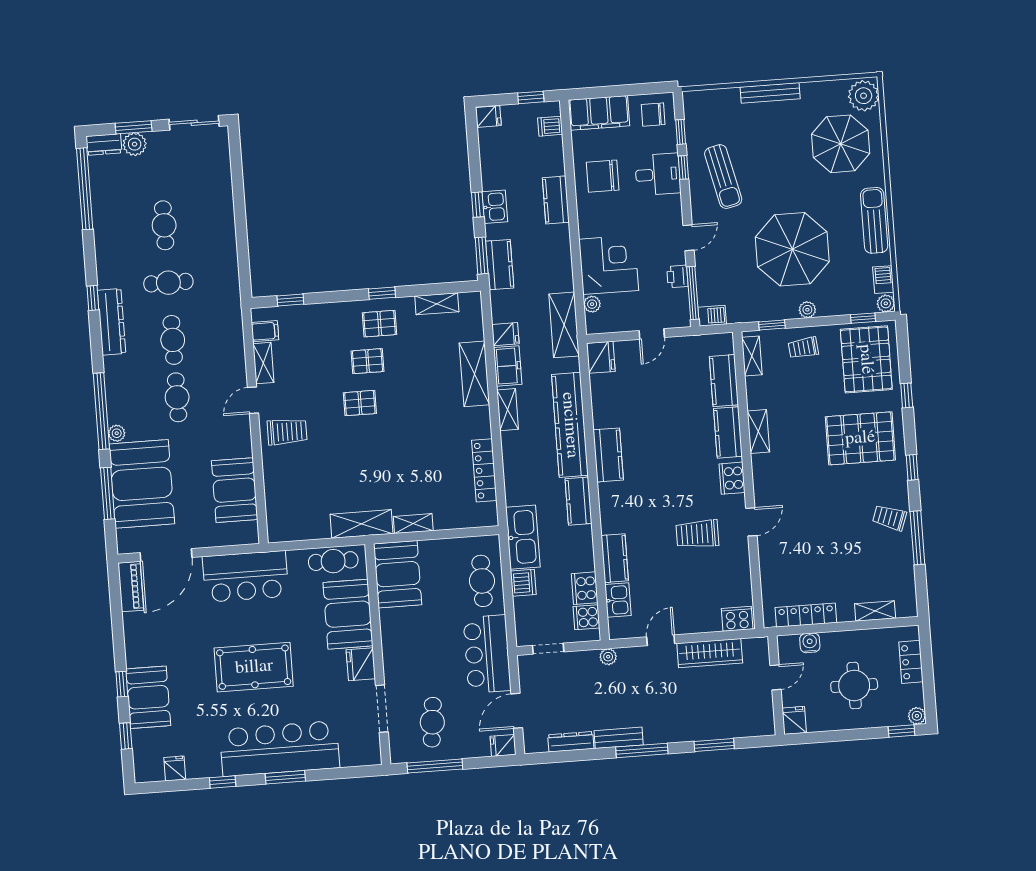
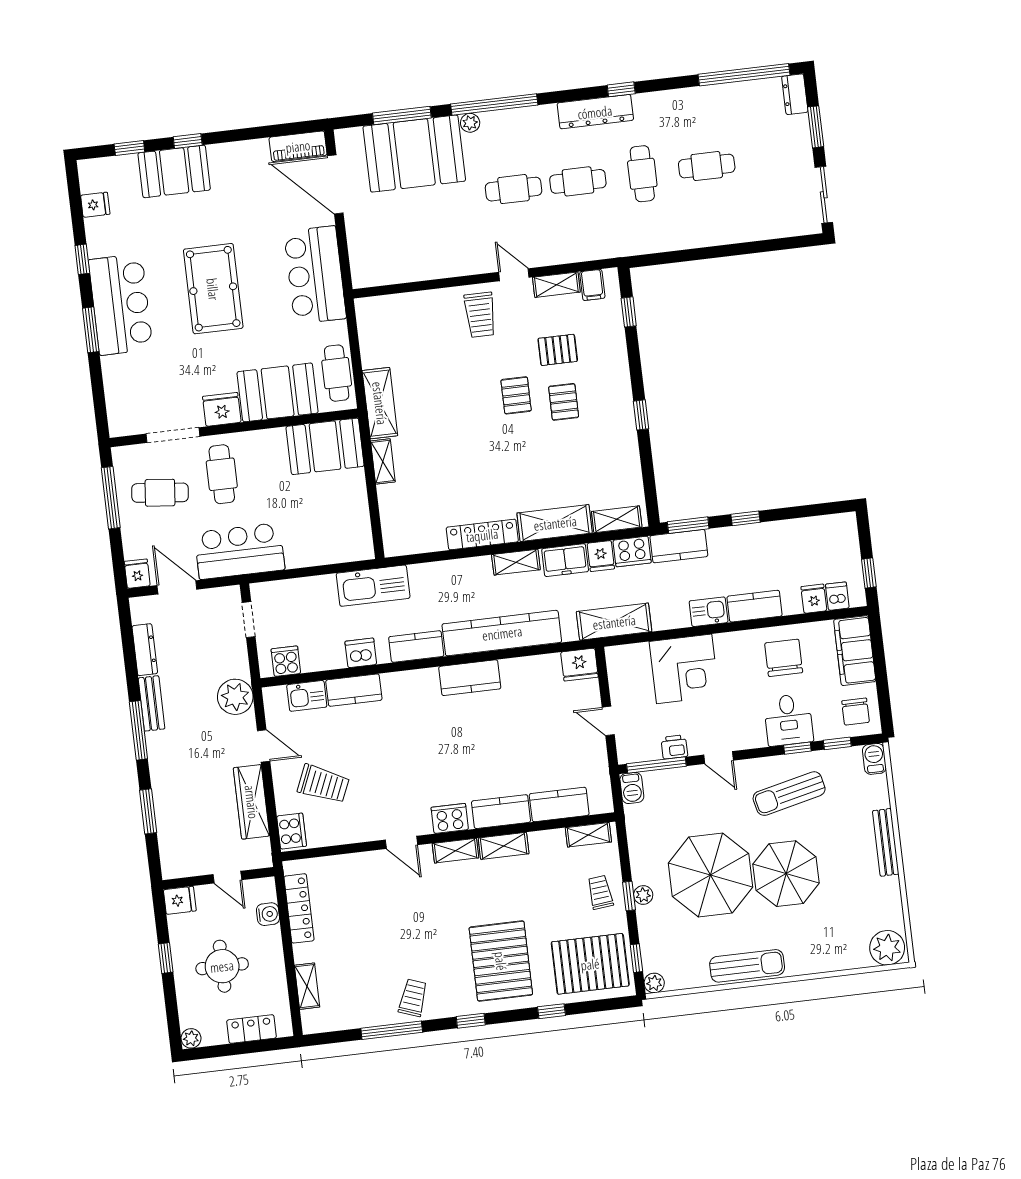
chair: (653, 115) -> (856, 712), turned 180
fridge: (488, 117) -> (814, 599), moved, turned 180
plant: (135, 144) -> (797, 129), removed
parasol: (841, 144) -> (786, 874), moved
kitchen sink: (495, 207) -> (709, 612), moved, turned 180
barbecue: (883, 280) -> (874, 759), moved, turned -90
shelving: (437, 304) -> (617, 519), moved, turned 90
plant: (592, 304) -> (639, 652), removed
pallet: (380, 324) -> (558, 350), moved, turned 90
window: (772, 325) -> (629, 896), moved
locker: (484, 470) -> (482, 535), moved
shelving: (761, 474) -> (455, 851), added
booth: (235, 490) -> (412, 259), removed
trolley: (697, 534) -> (323, 784), moved, turned 113
cafe table: (482, 581) -> (222, 474), moved, turned 90
dishwasher: (523, 583) -> (361, 653), moved, turned 180
cooker: (585, 588) -> (632, 551), moved, turned 180
plant: (608, 657) -> (235, 697), width x1.88, depth x1.88
window: (901, 731) -> (166, 958), moved
bar counter: (280, 749) -> (121, 304), width x0.73

